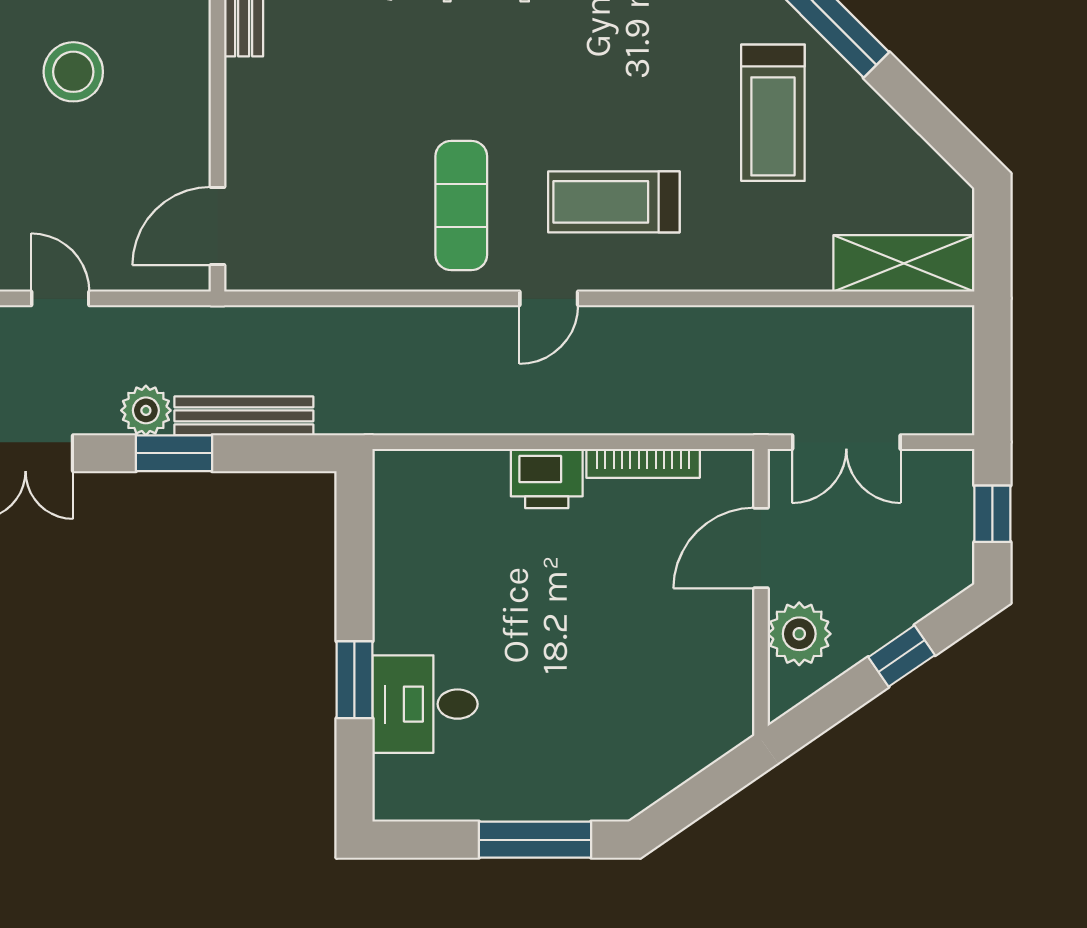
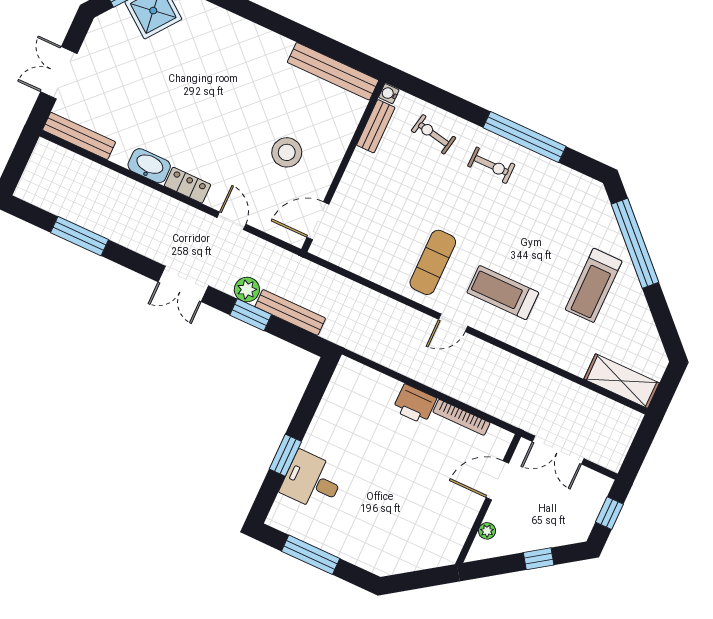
stool: (73, 72) -> (287, 152), moved
plant: (799, 634) -> (487, 531), width x0.53, depth x0.53
window: (535, 840) -> (311, 555), moved

